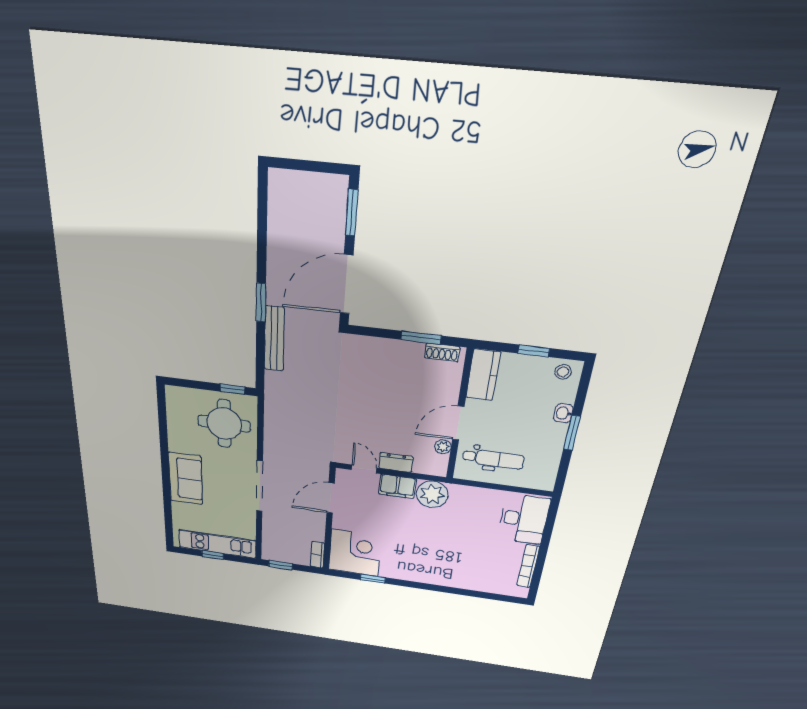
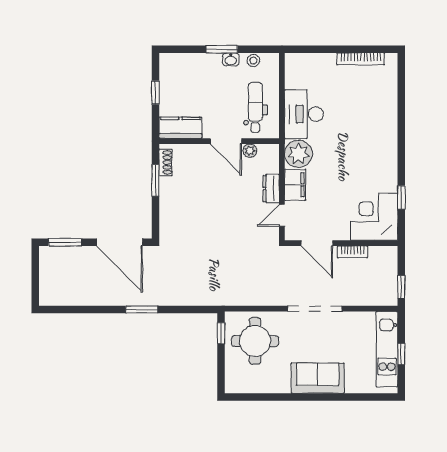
bench: (274, 339) -> (171, 298), removed
stool: (563, 372) -> (253, 60), moved
washbasin: (563, 413) -> (231, 60), moved
desk: (523, 519) -> (304, 114), moved, turned -90
bookcase: (317, 555) -> (353, 252), moved

